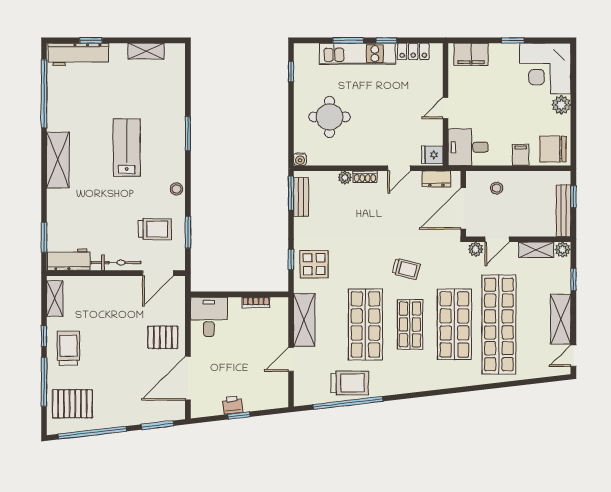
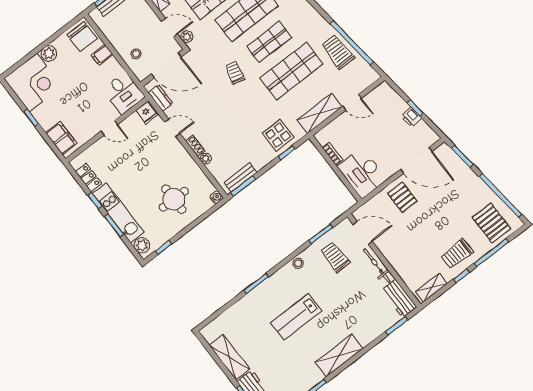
shelving: (146, 51) -> (230, 357), width x1.50, depth x1.33
plant: (309, 52) -> (142, 245), added
desk: (209, 317) -> (362, 173), width x1.37

